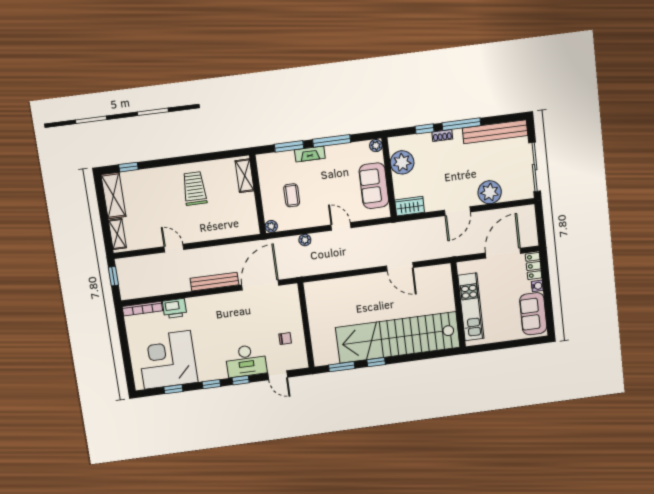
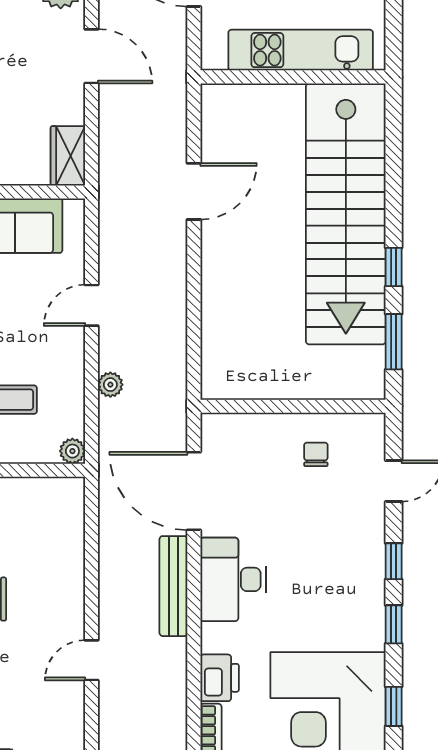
desk: (246, 361) -> (233, 579), moved, turned 180

